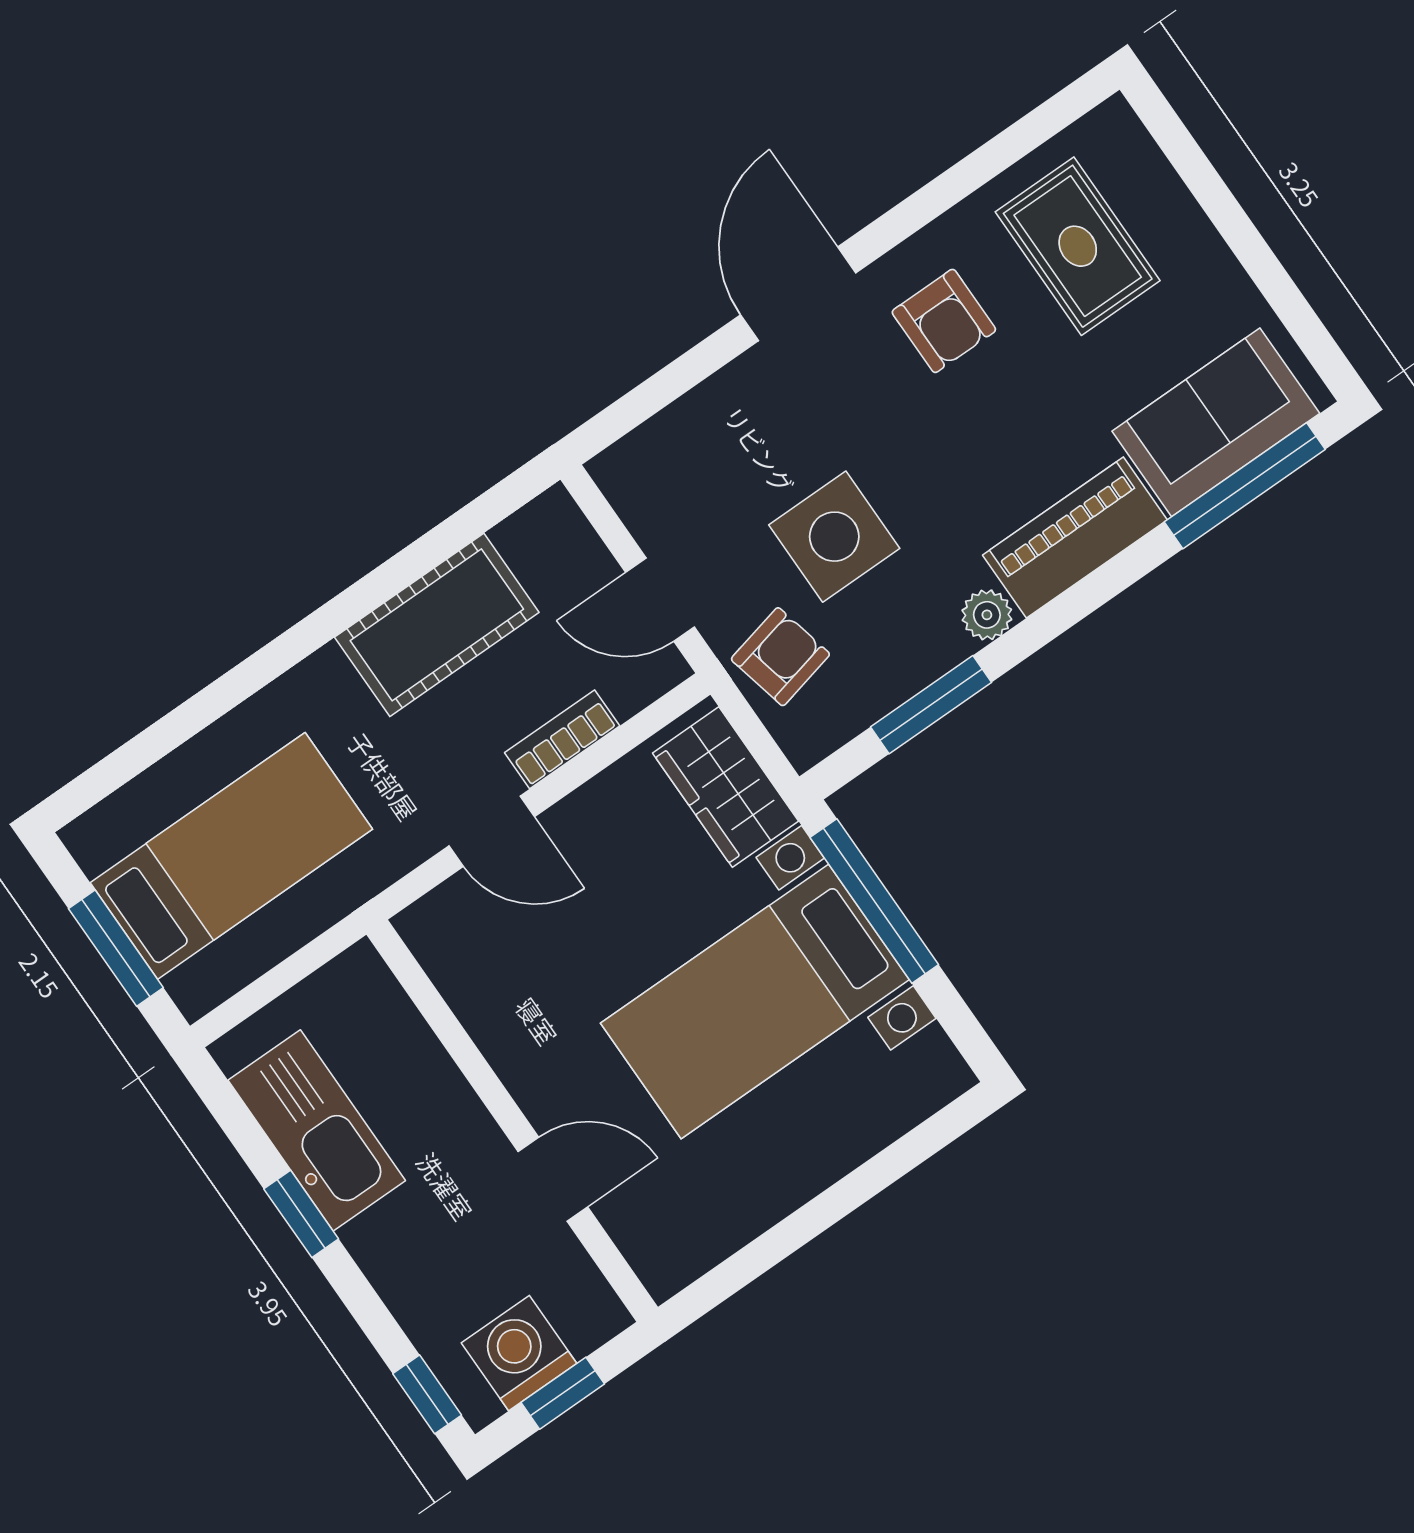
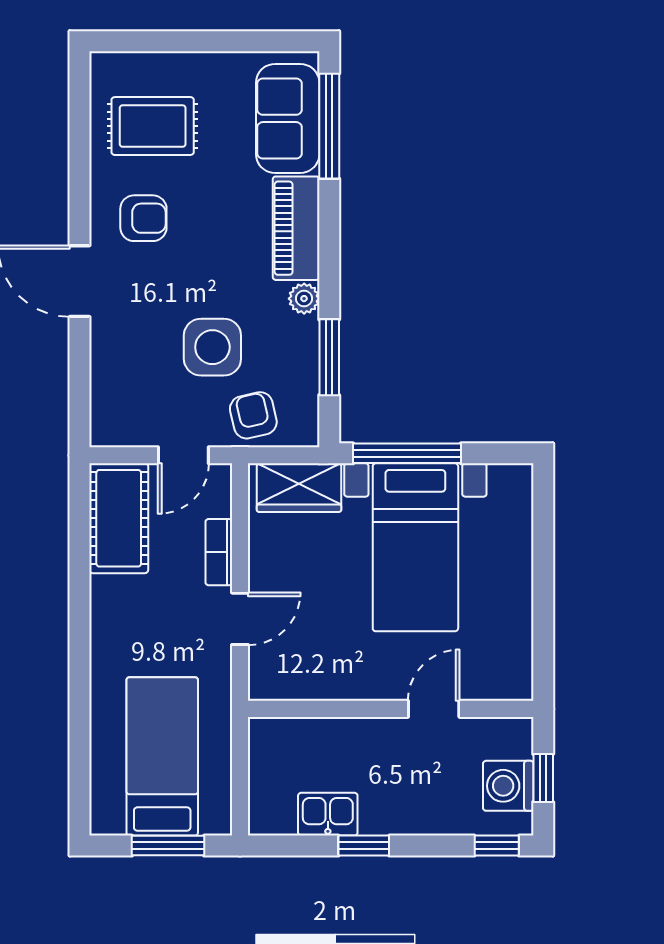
cot: (437, 625) -> (119, 518), moved
kitchen sink: (317, 1130) -> (328, 814), width x0.53, depth x0.81

